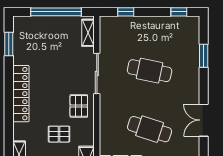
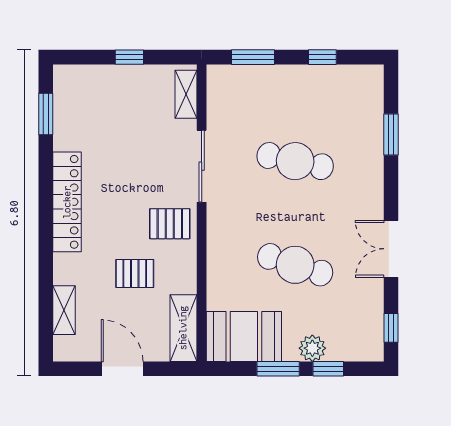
window: (56, 12) -> (129, 57), width x0.32
window: (126, 12) -> (253, 57), width x1.50
window: (179, 12) -> (322, 57), moved
pallet: (79, 106) -> (170, 224), turned 90

